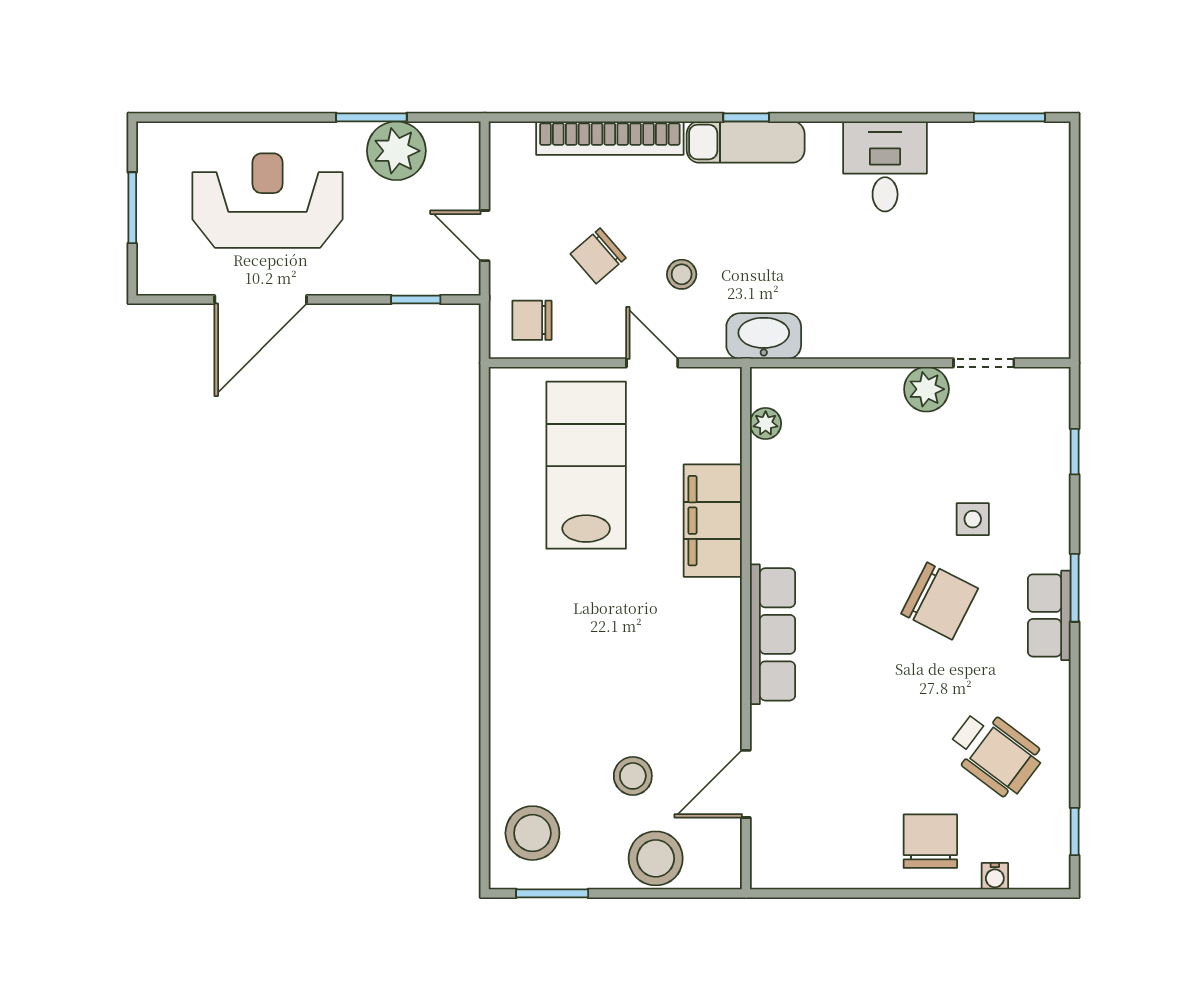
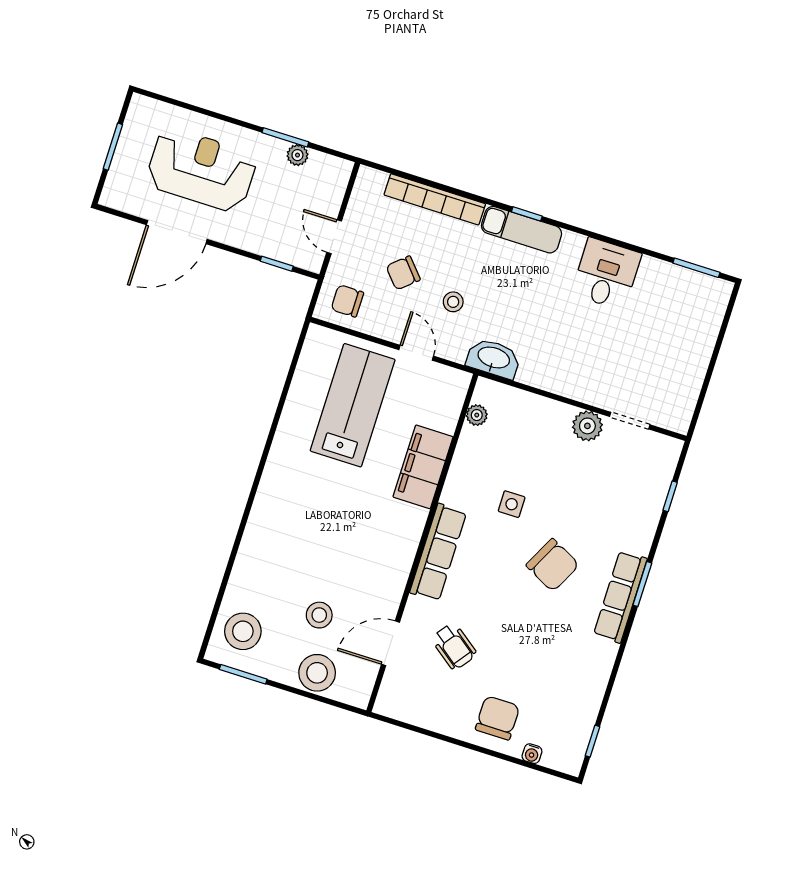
plant: (396, 151) -> (297, 155), width x0.53, depth x0.53
side table: (973, 519) -> (512, 504), moved
row of seats: (1049, 615) -> (620, 597), width x1.48
wheelchair: (995, 753) -> (454, 646), moved, width x0.73, depth x0.73

